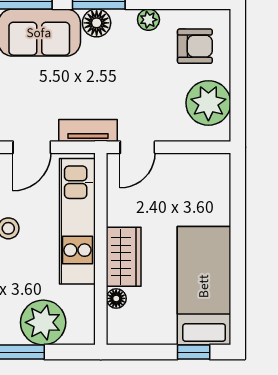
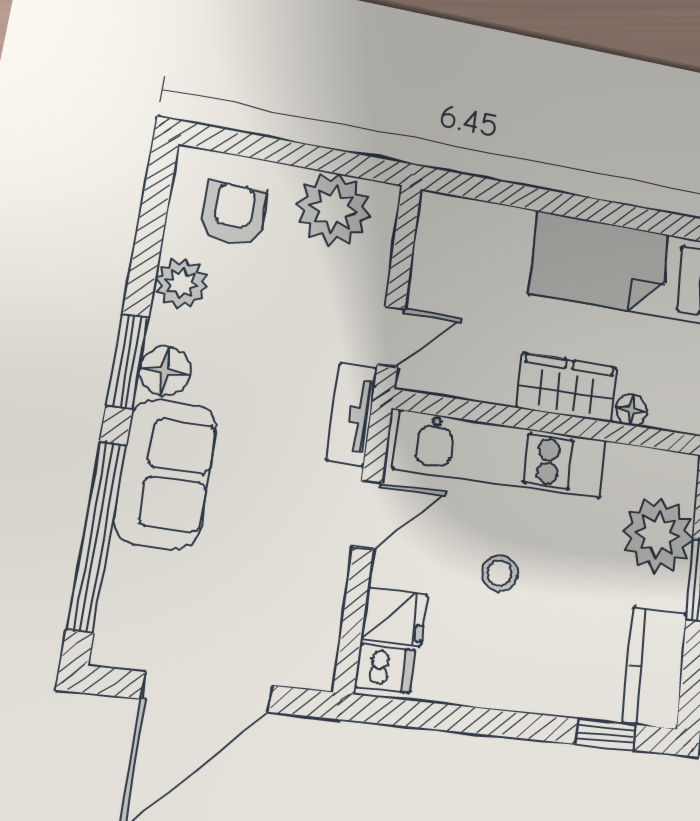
plant: (148, 20) -> (181, 283), width x1.38, depth x1.38
door: (32, 147) -> (367, 515), hinge flipped
door: (137, 147) -> (391, 336), hinge flipped

